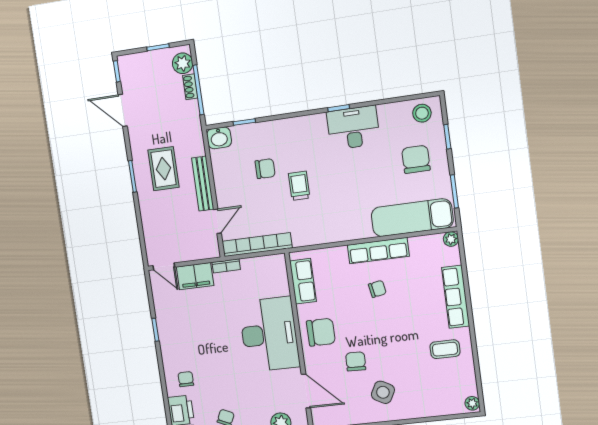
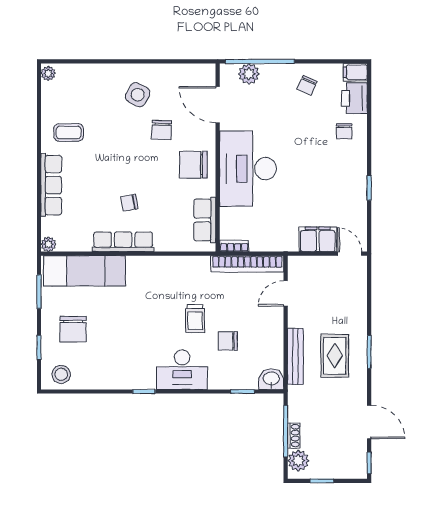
desk: (353, 128) -> (182, 370), moved
bench: (203, 184) -> (295, 357), moved
bookcase: (226, 266) -> (234, 246), moved

